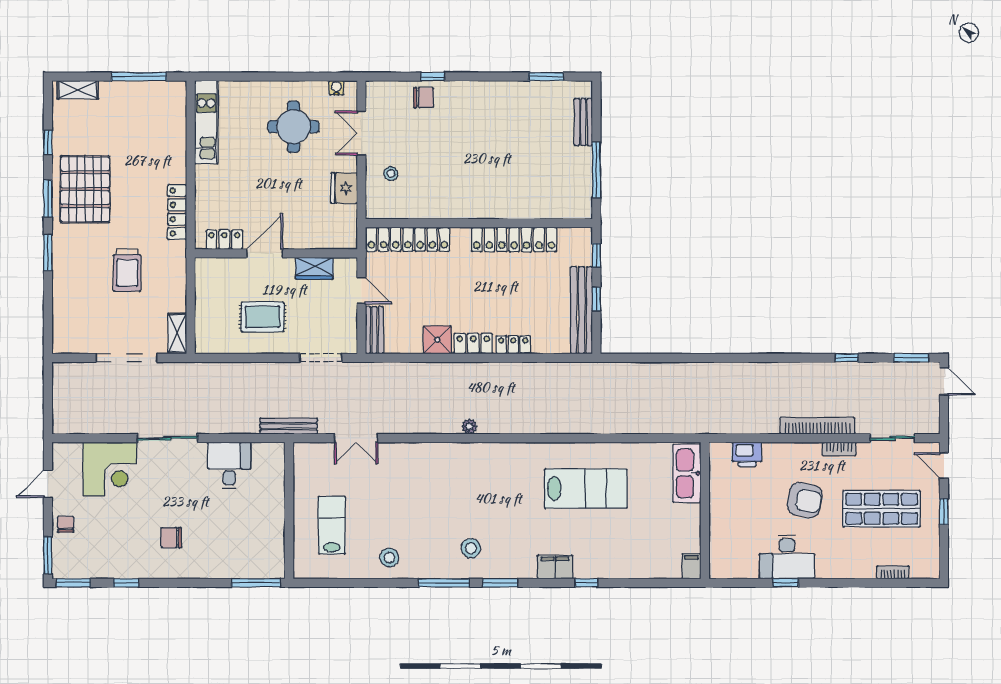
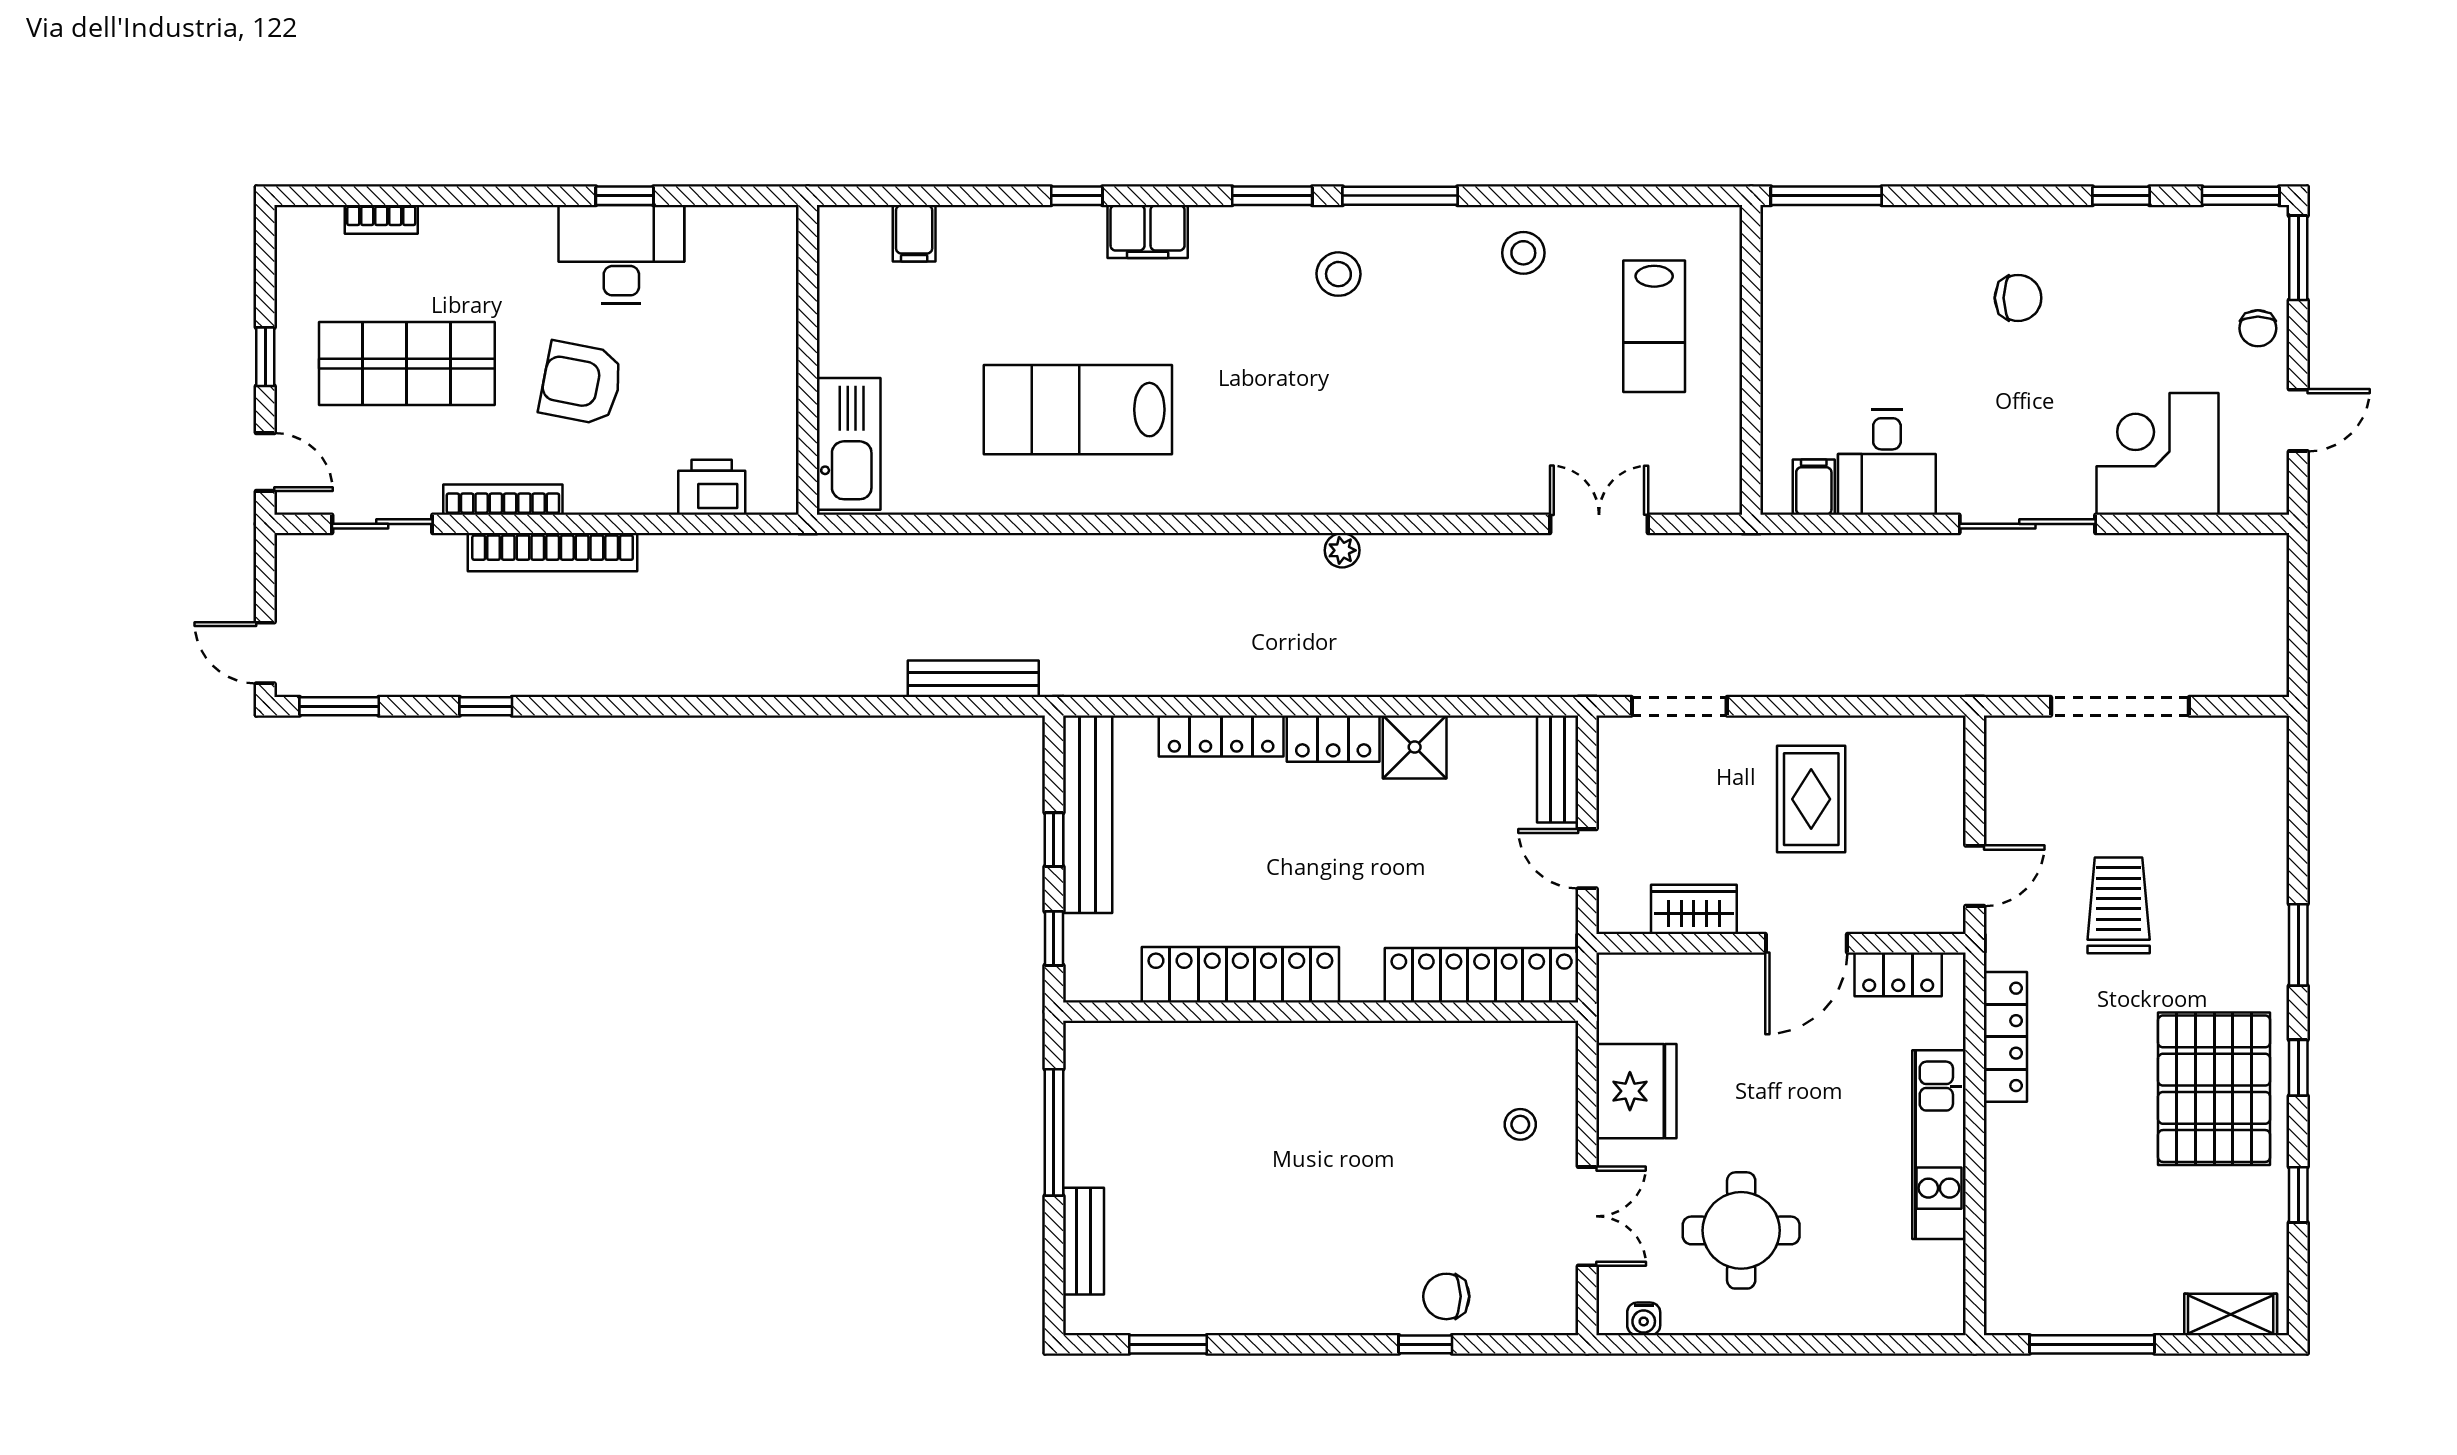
kitchen unit: (206, 122) -> (1939, 1145), moved
fridge: (344, 188) -> (1636, 1091), width x1.36, depth x1.34
window: (48, 198) -> (2298, 1068), width x0.67
door: (191, 283) -> (1975, 876), added
rug: (263, 317) -> (1811, 799), turned 90
shelving: (177, 333) -> (2005, 761), removed
locker: (513, 345) -> (1221, 736), width x1.53
bench: (289, 426) -> (973, 679), moved
bookcase: (839, 449) -> (503, 500), width x1.56
filing cabinet: (261, 454) -> (1814, 487), added
filing cabinet: (691, 566) -> (914, 233), moved

